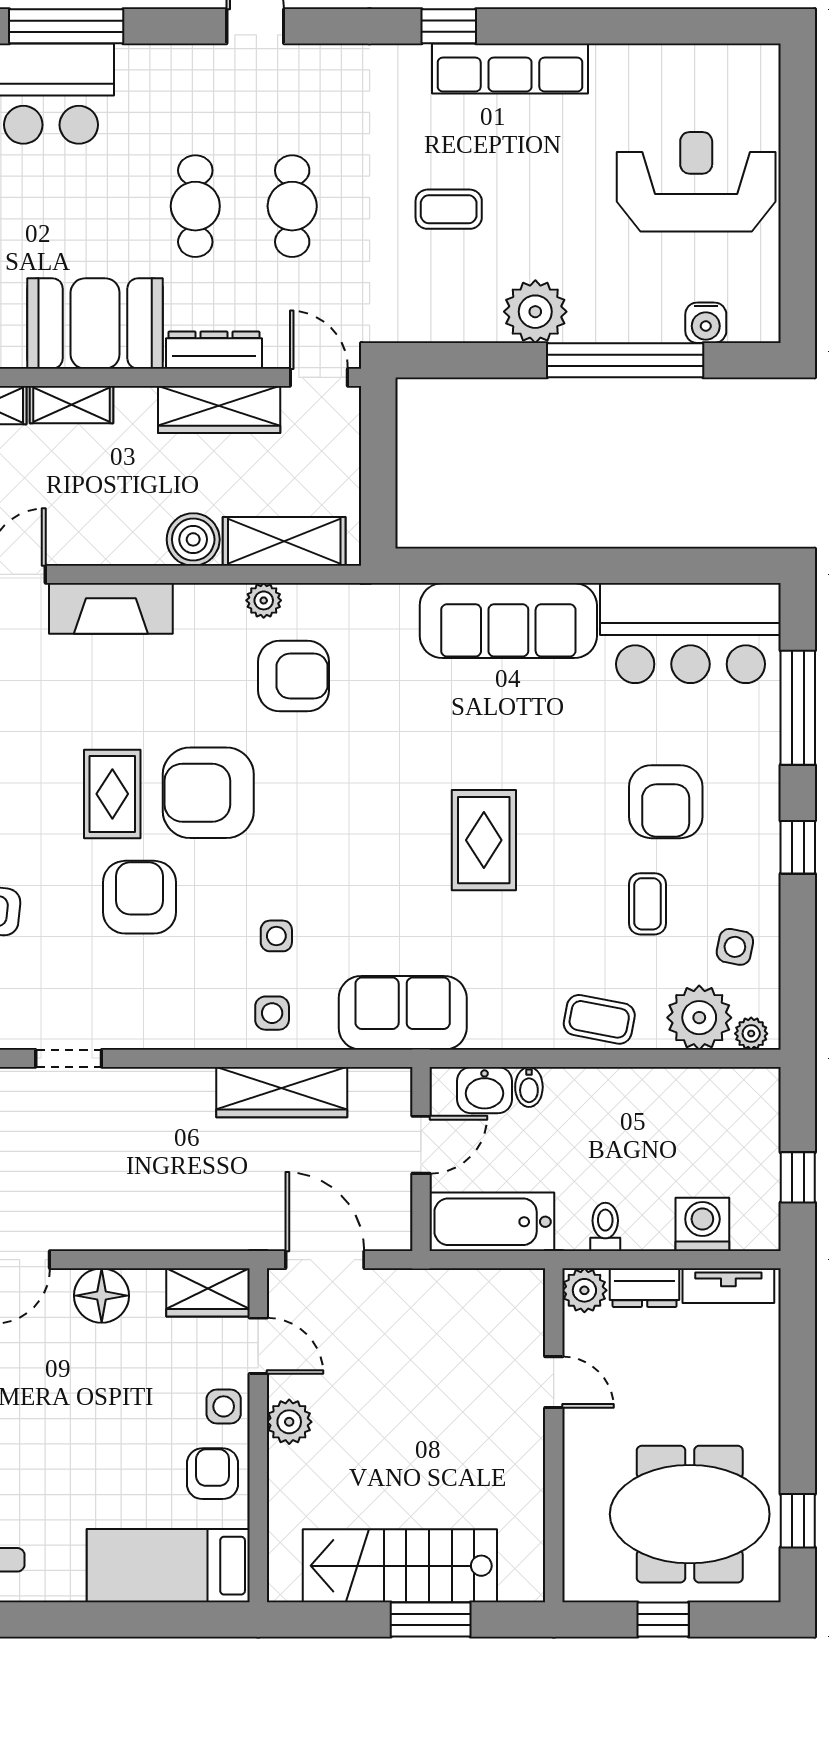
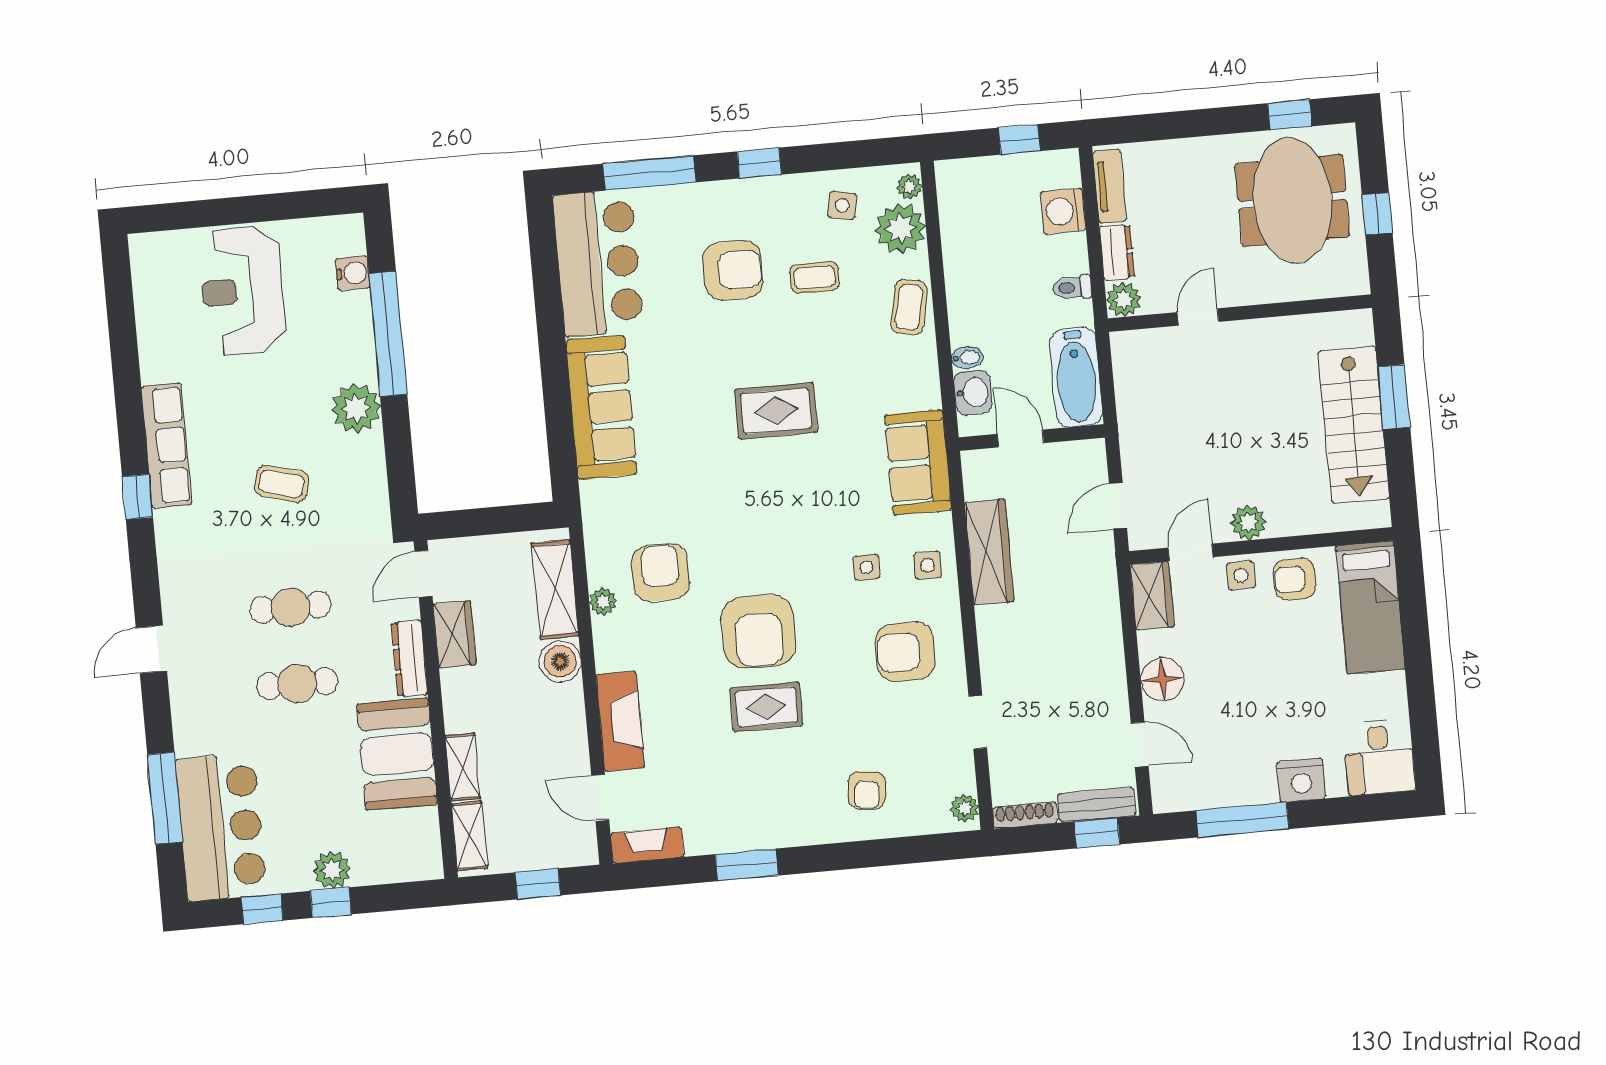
coffee table: (449, 209) -> (282, 484), turned -74
wardrobe: (219, 410) -> (454, 634), width x0.67
armchair: (140, 897) -> (905, 652), moved
door: (325, 1260) -> (1118, 506), width x0.73

